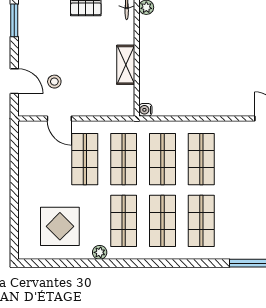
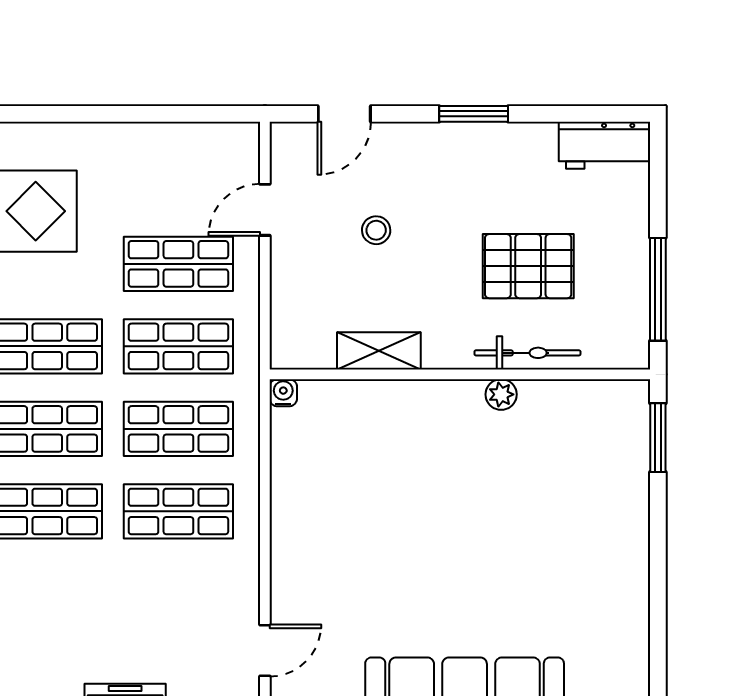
stool: (54, 82) -> (376, 230), moved

